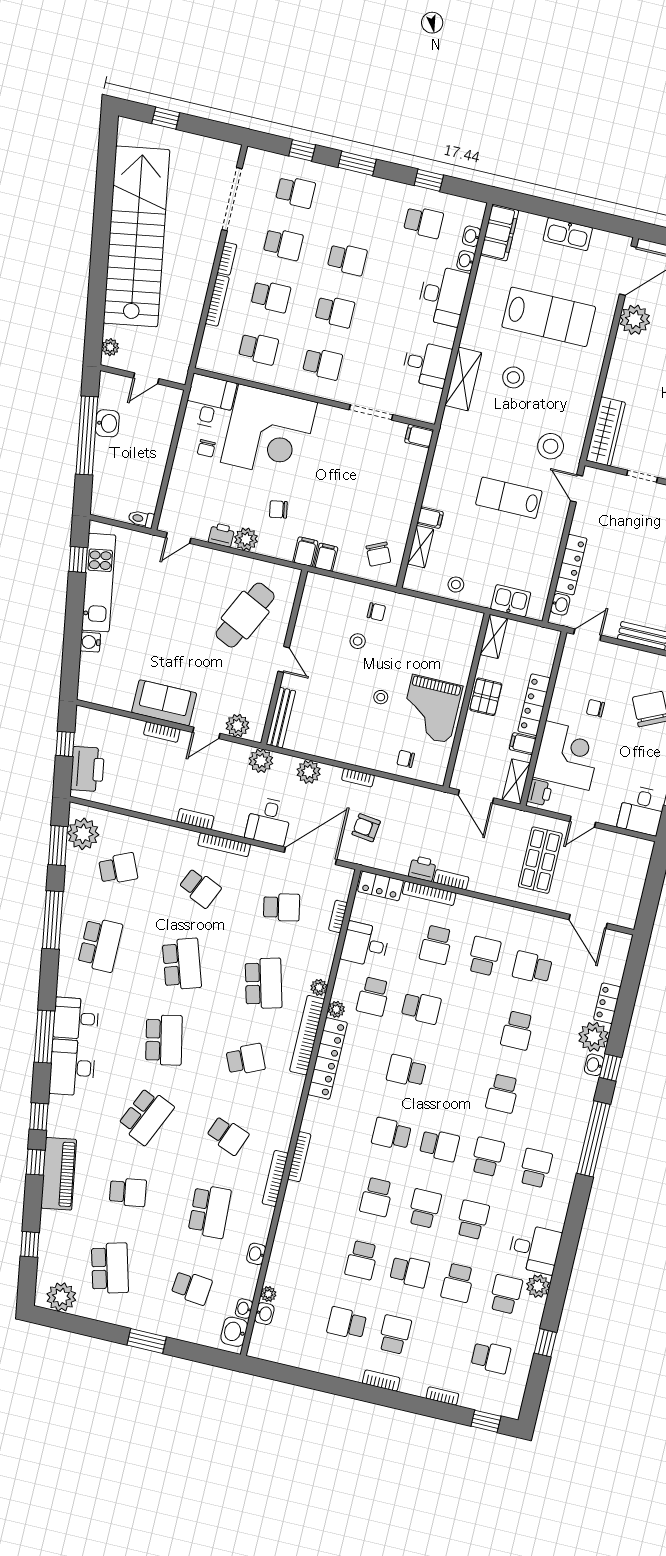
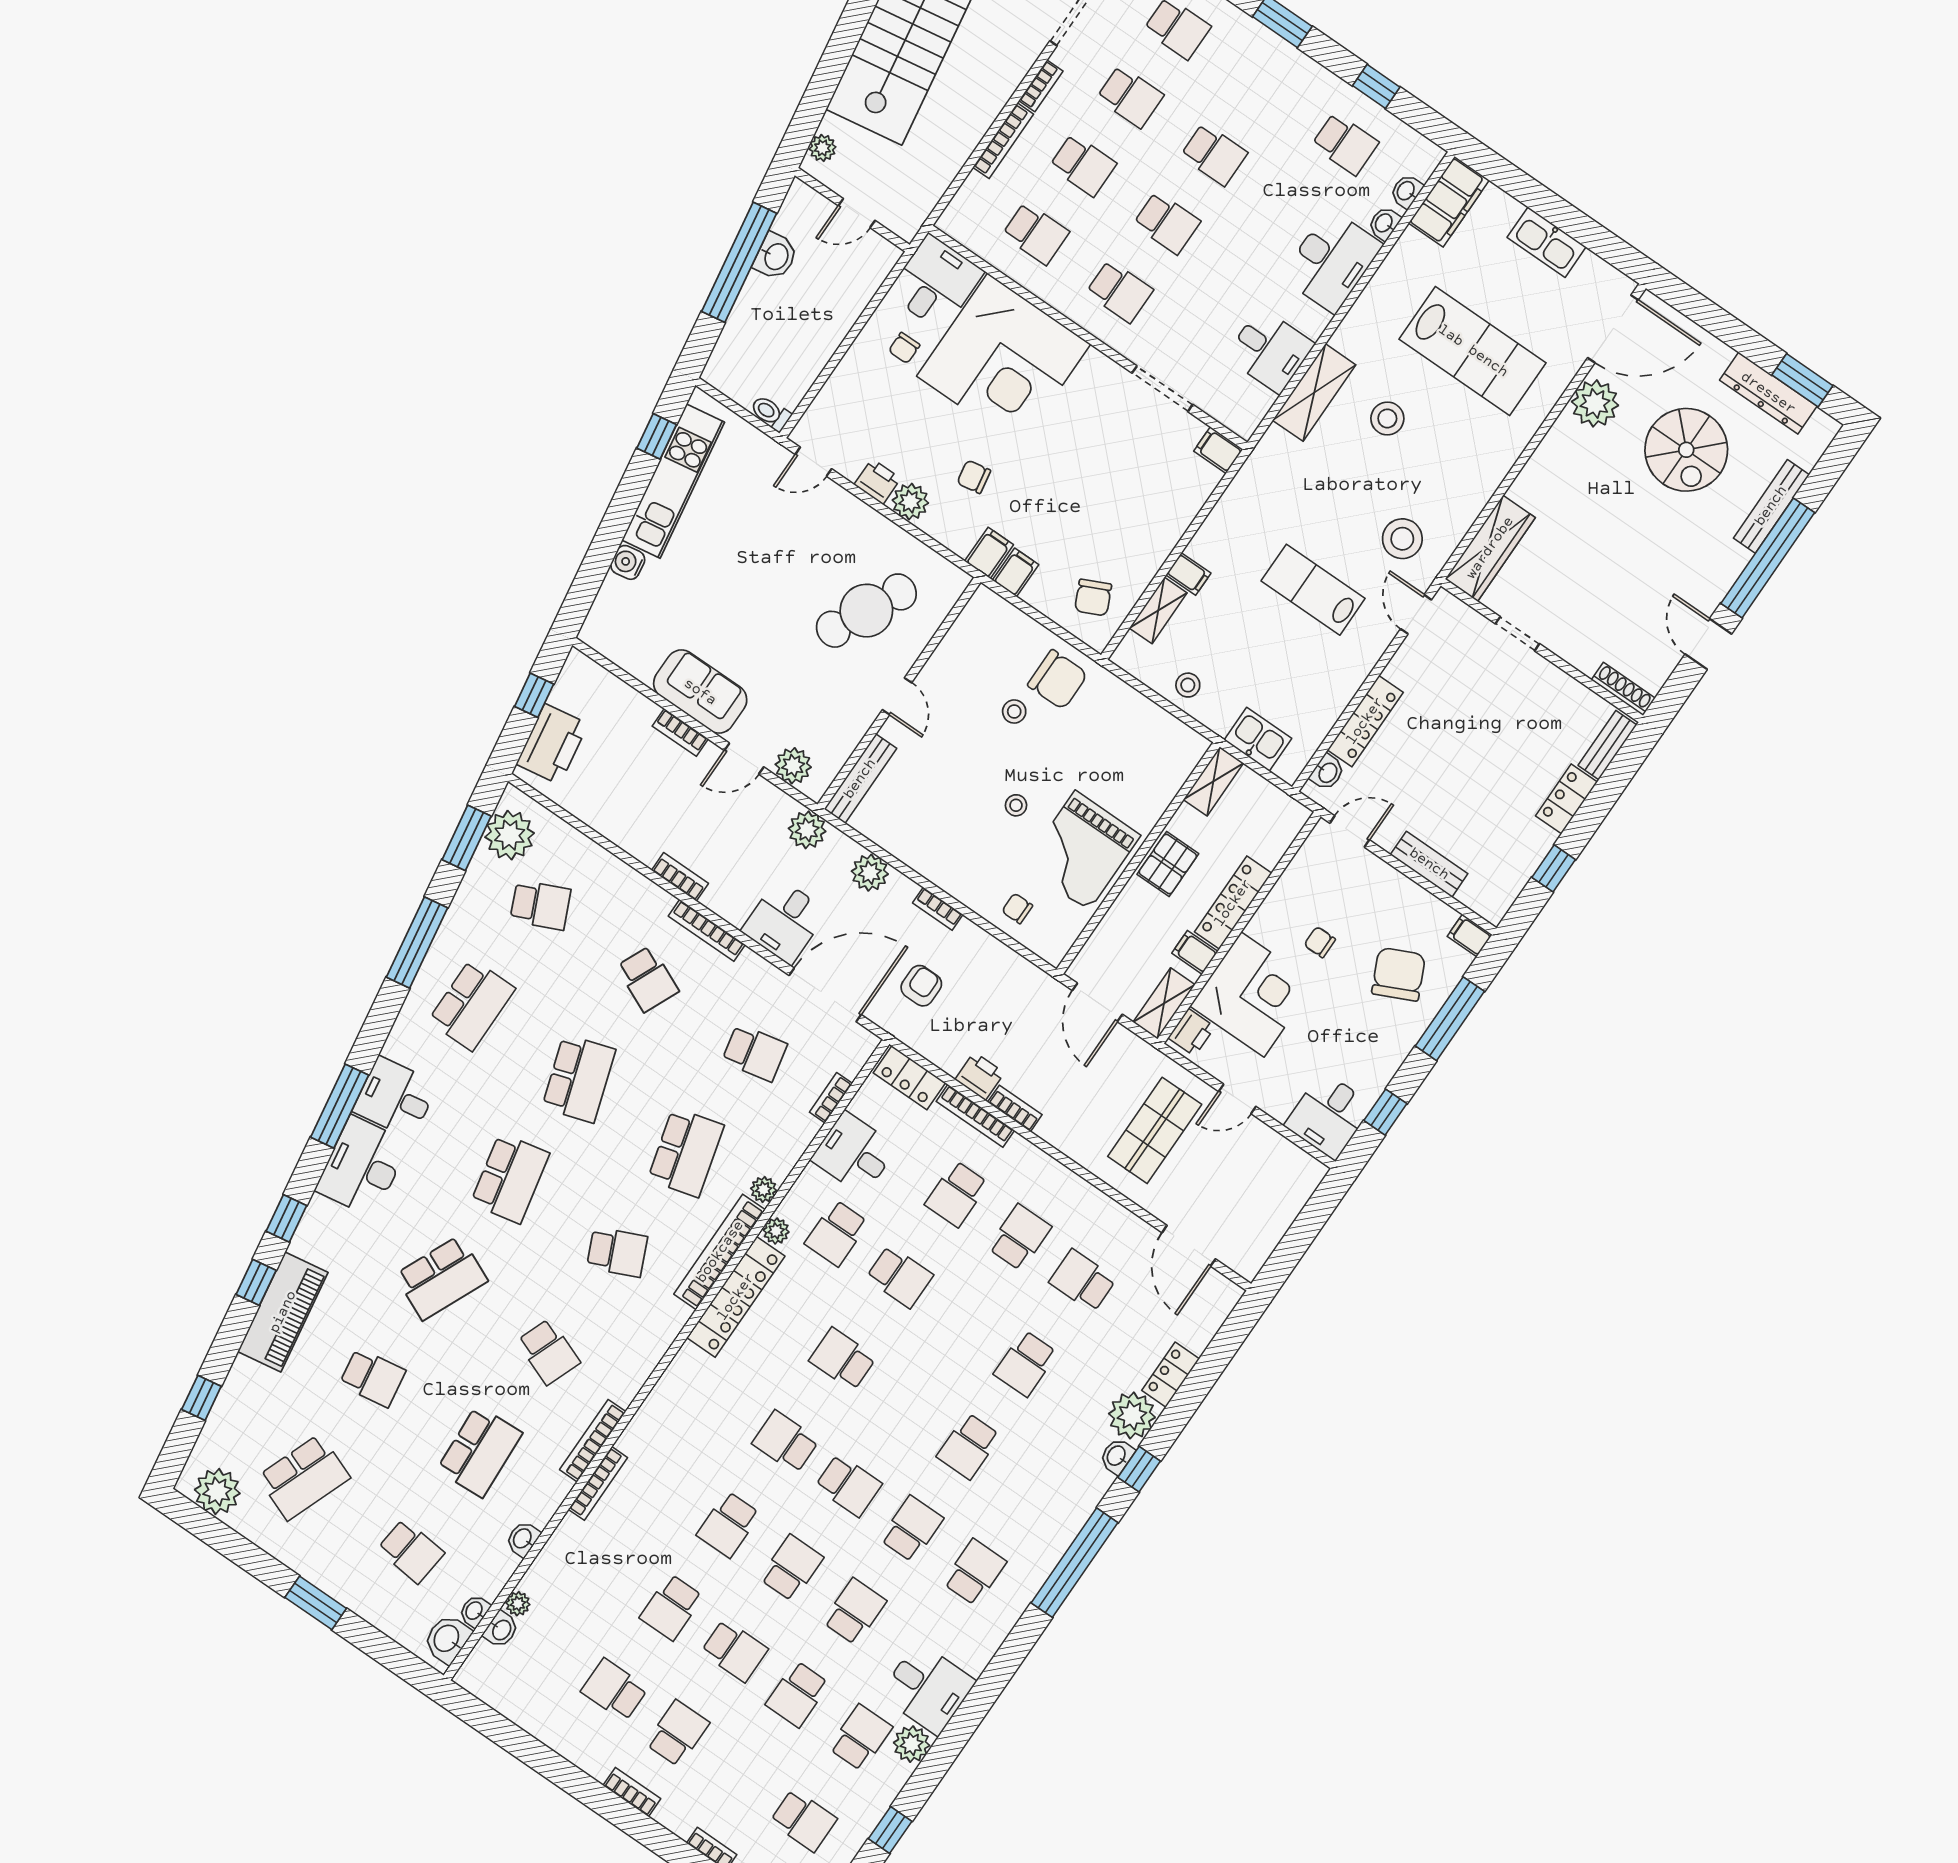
chair: (376, 612) -> (1058, 680), width x1.87, depth x1.87
armchair: (366, 828) -> (921, 986), turned 83
bookcase: (299, 1157) -> (598, 1483), moved
school desk: (110, 1268) -> (304, 1477), turned 36

